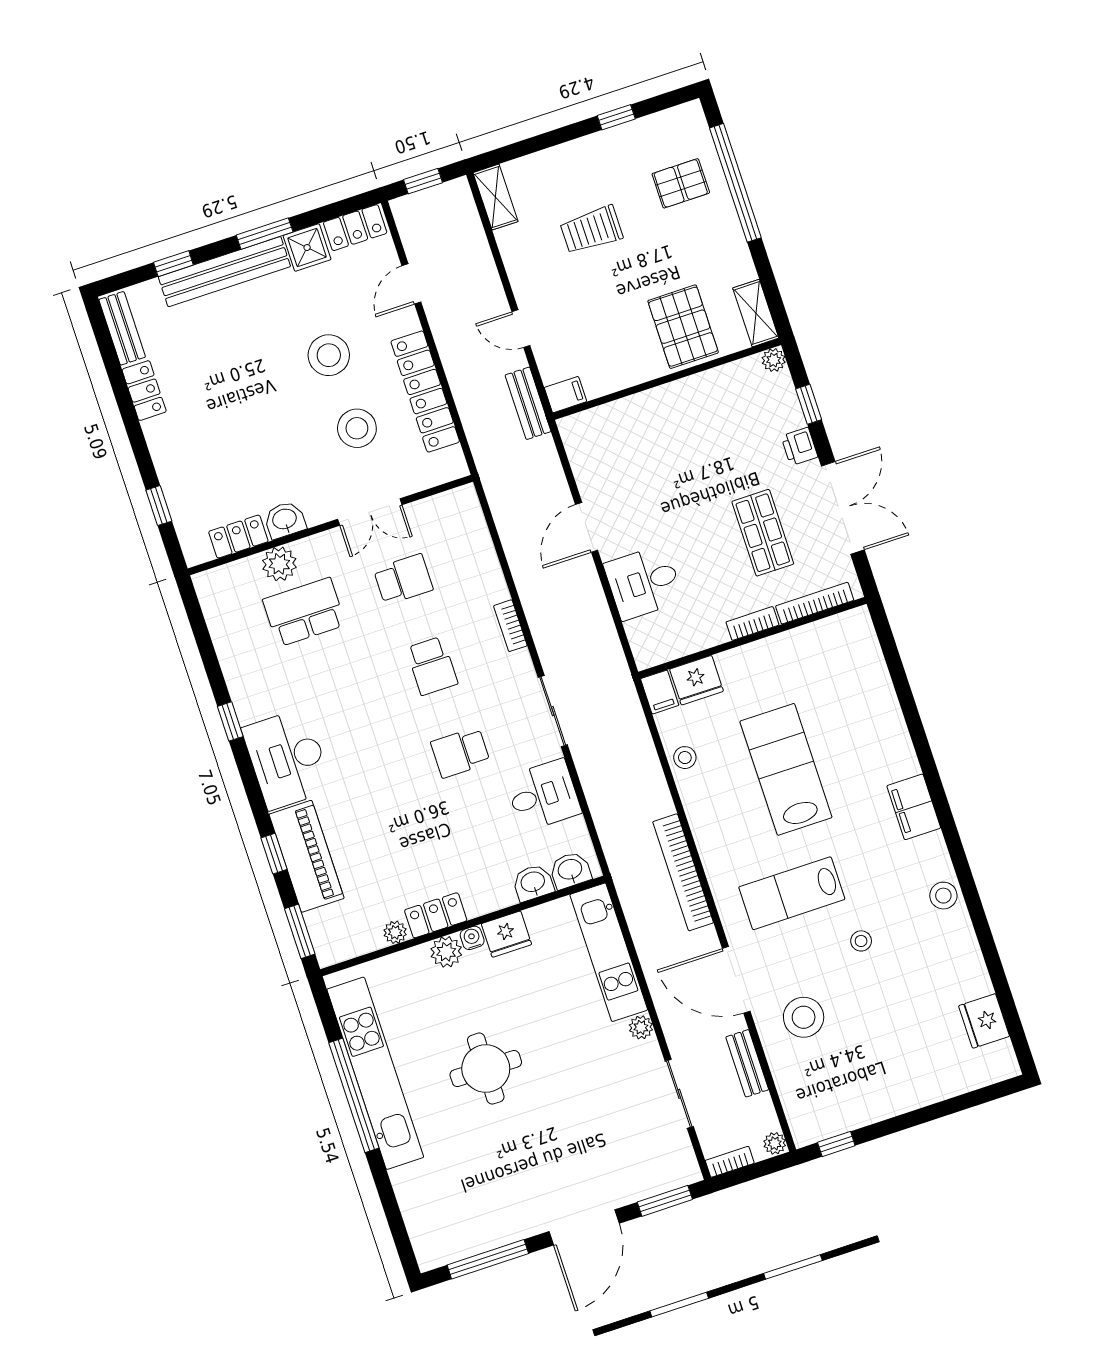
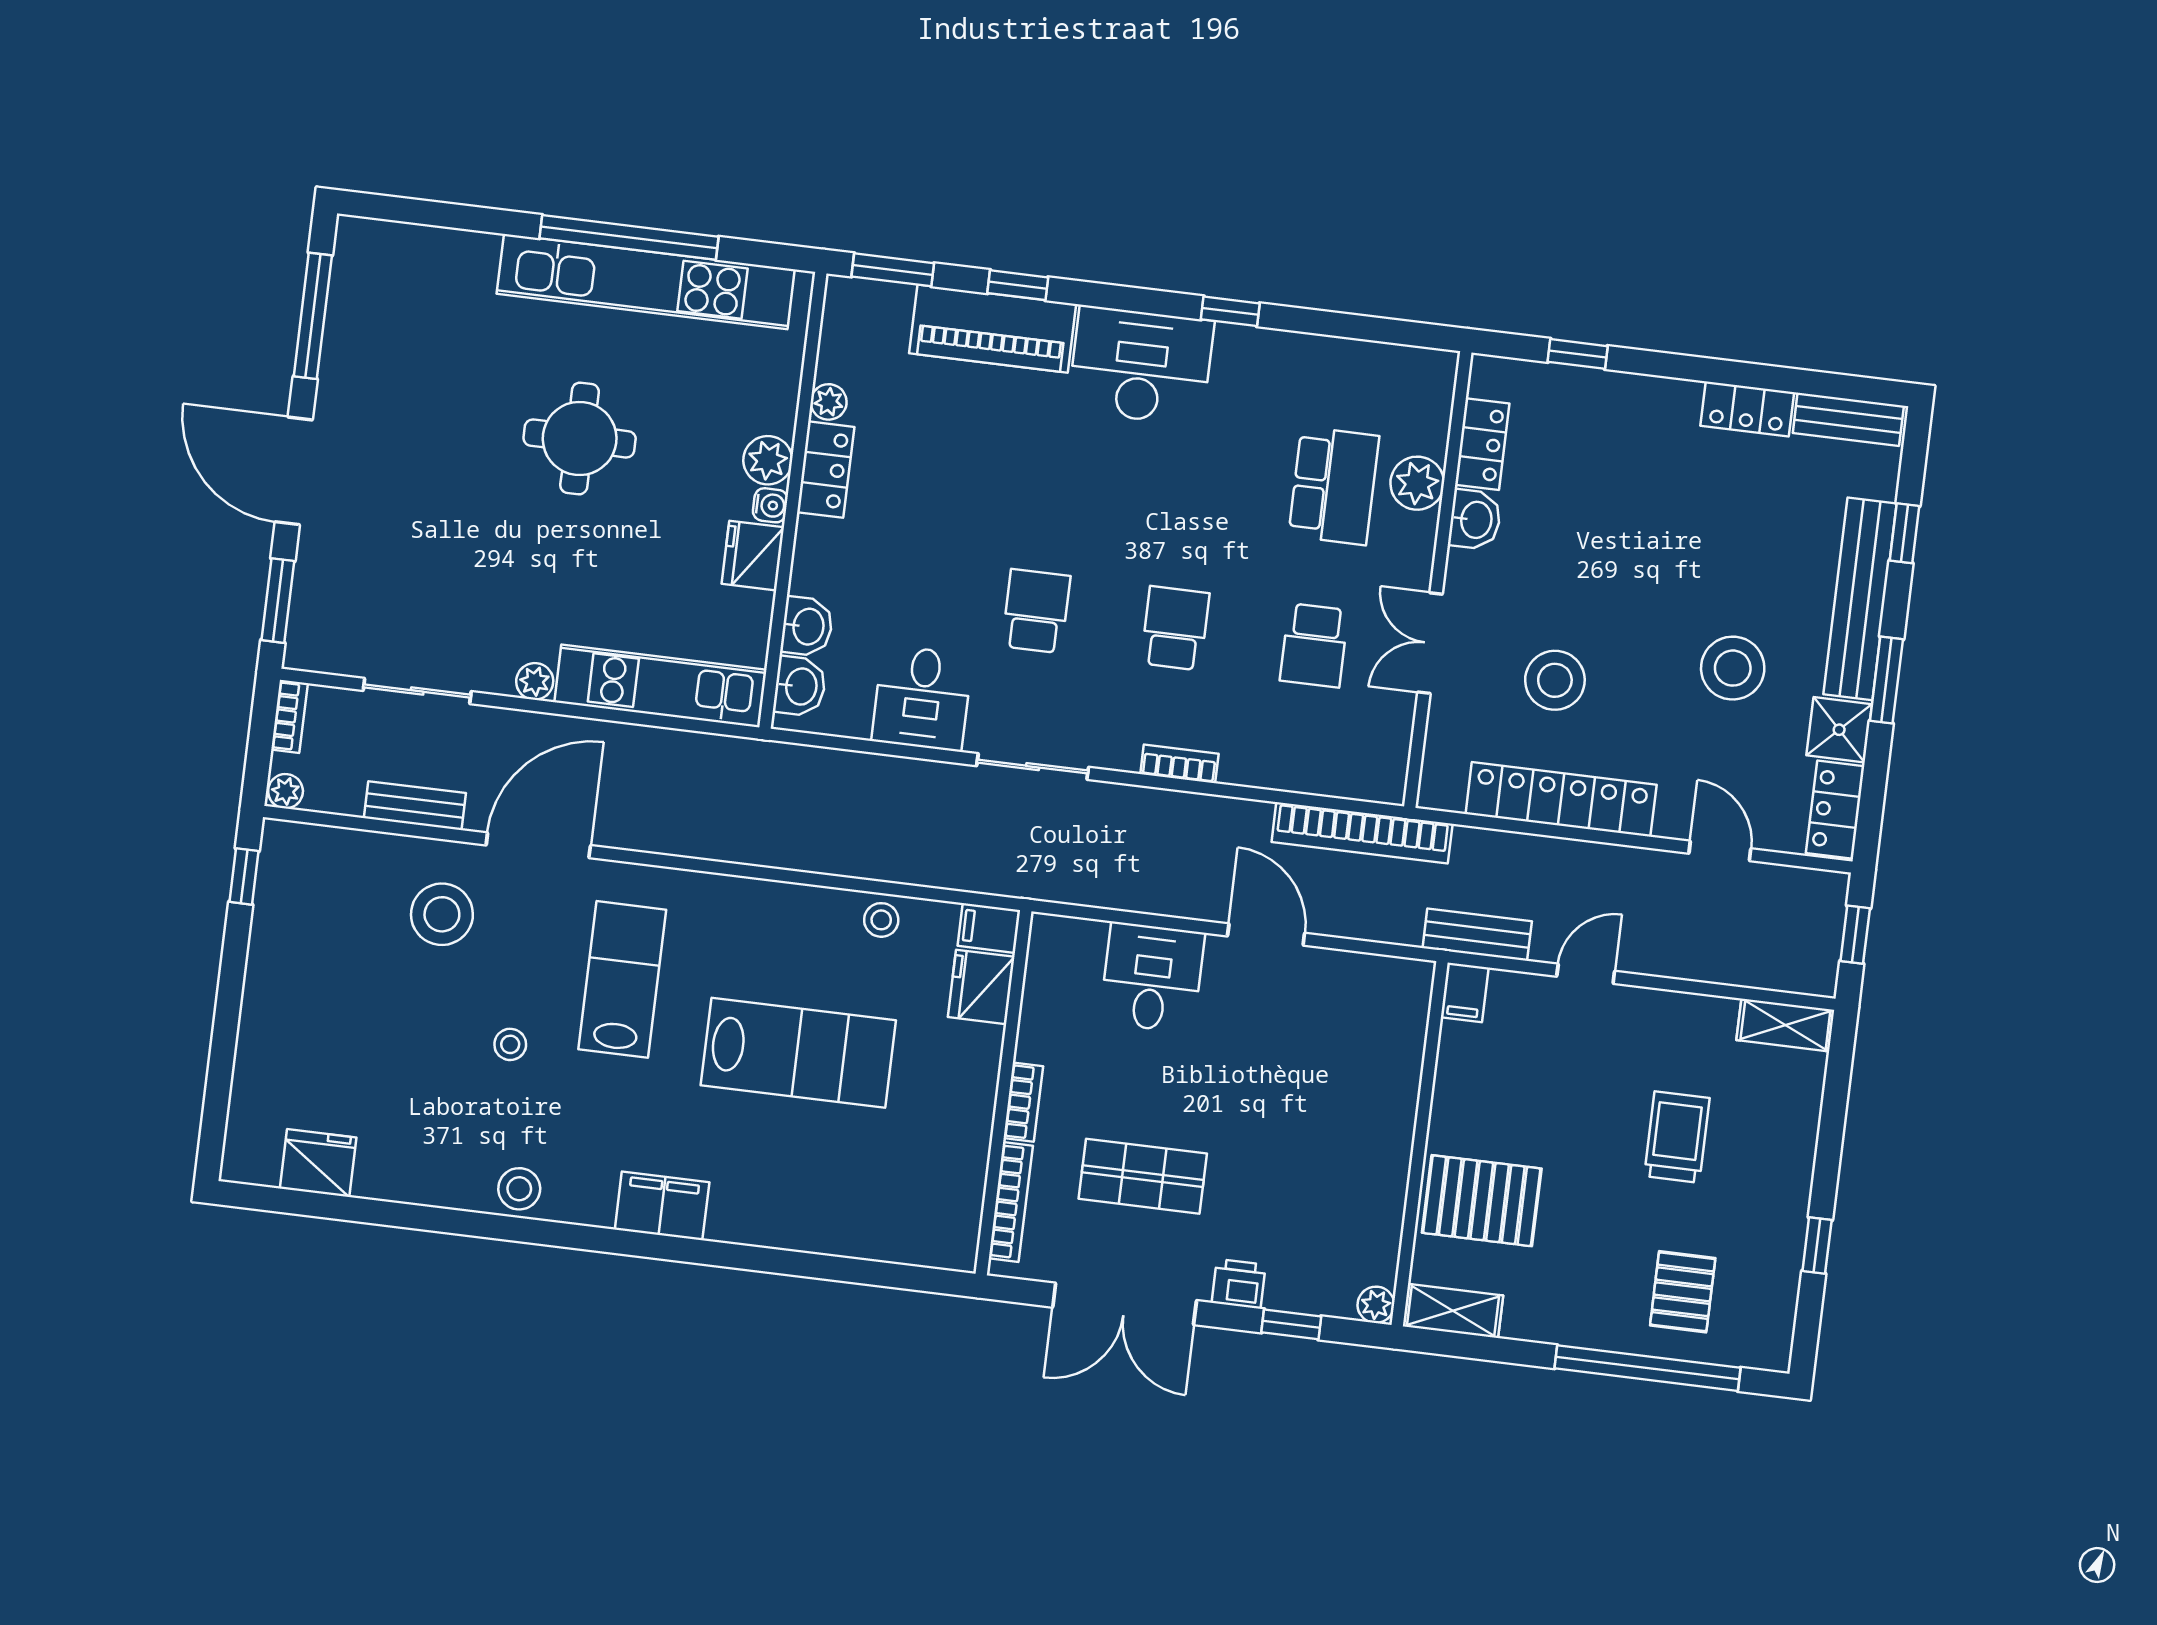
stool: (329, 355) -> (1733, 668), moved
school desk: (432, 666) -> (1175, 628), turned 90
bookcase: (683, 872) -> (1362, 833), moved, turned 180

